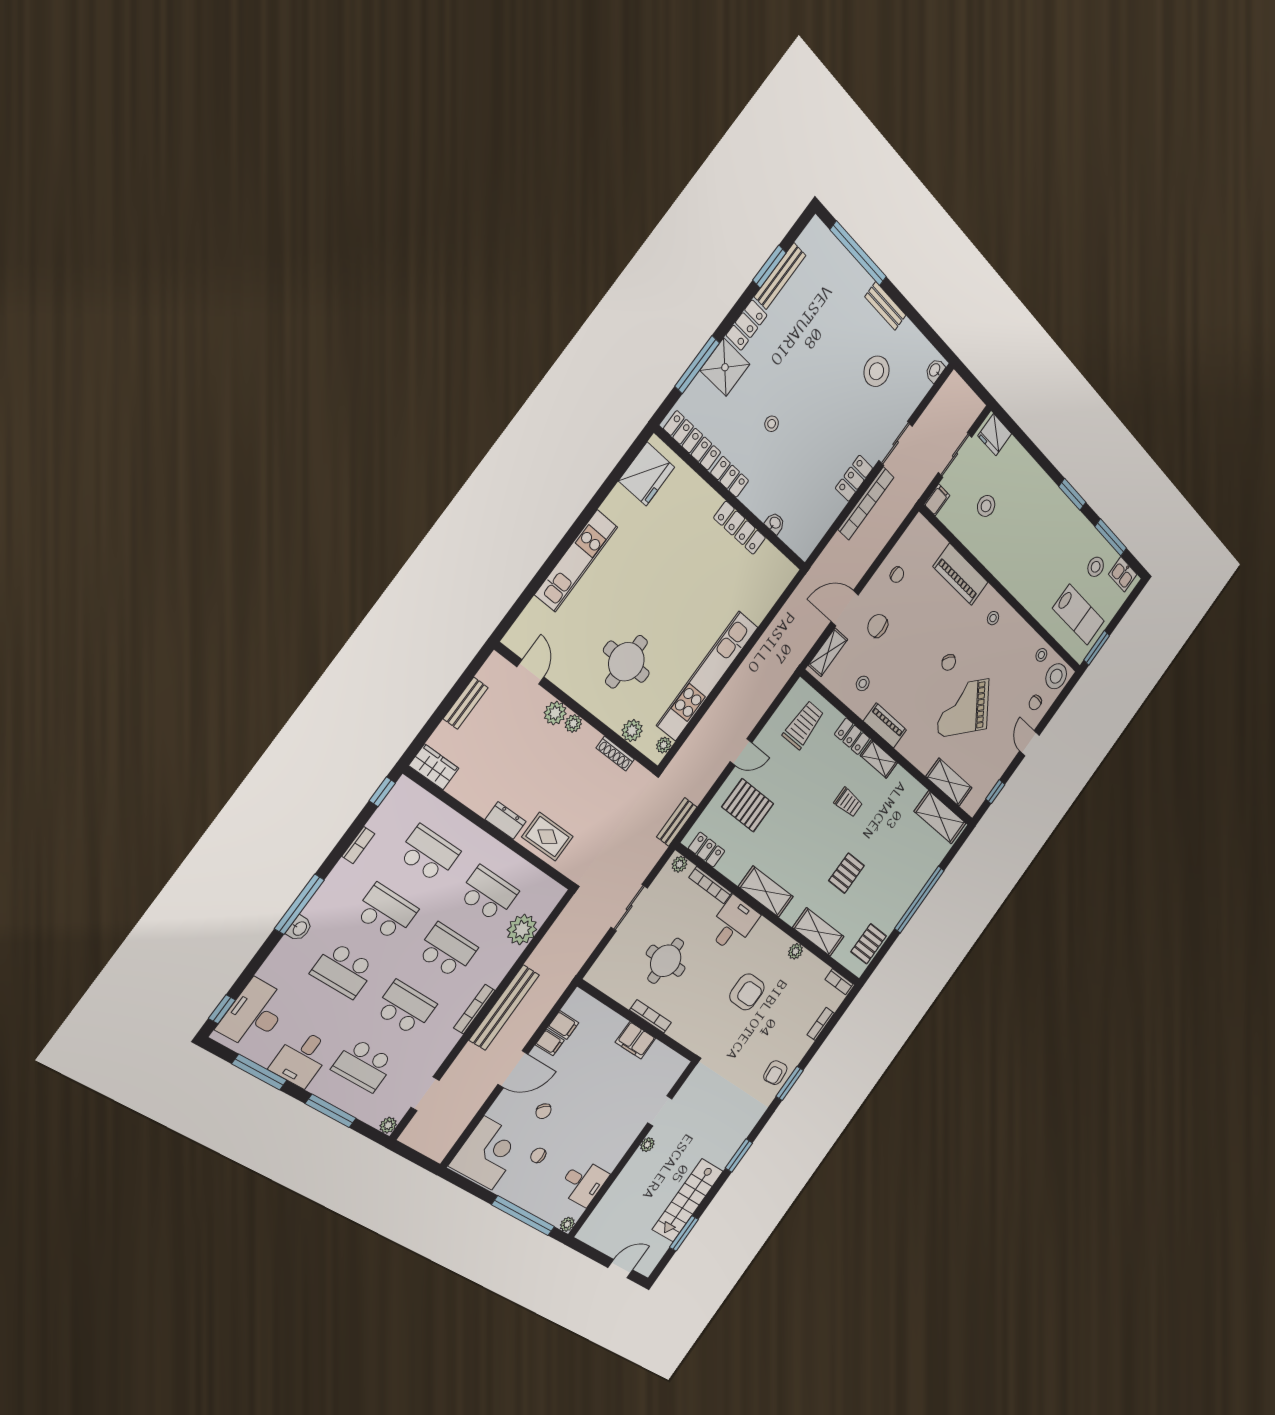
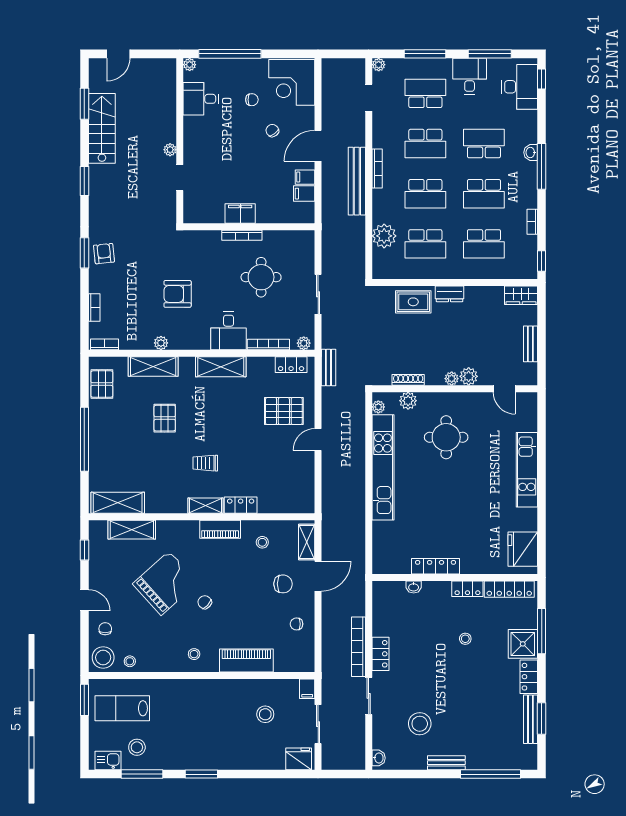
trolley: (803, 725) -> (285, 487), removed

